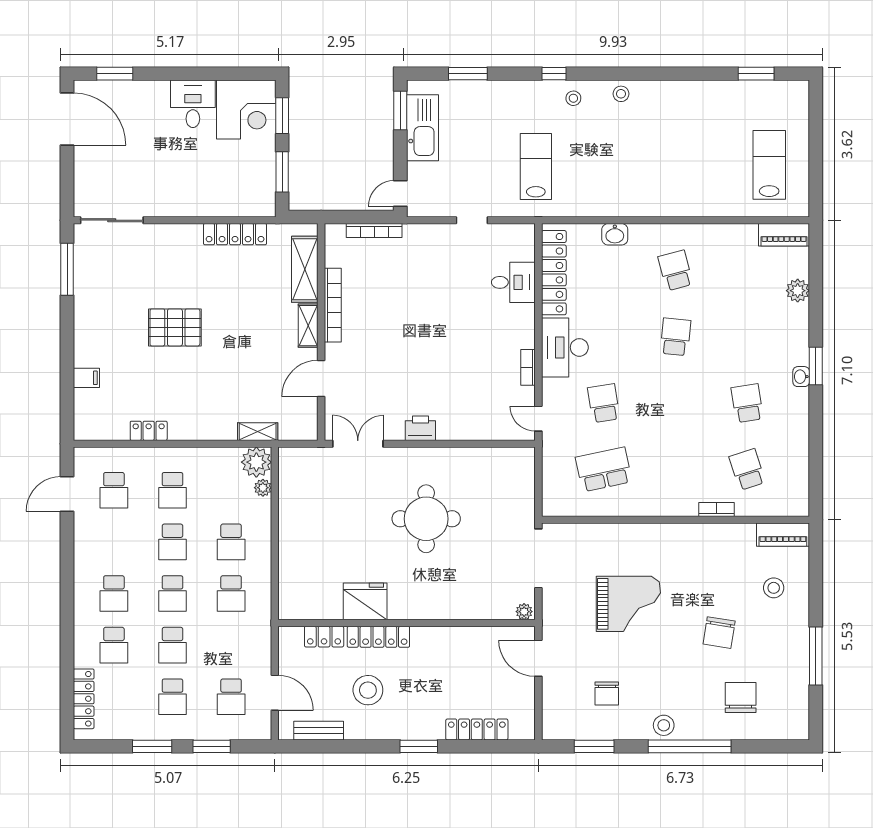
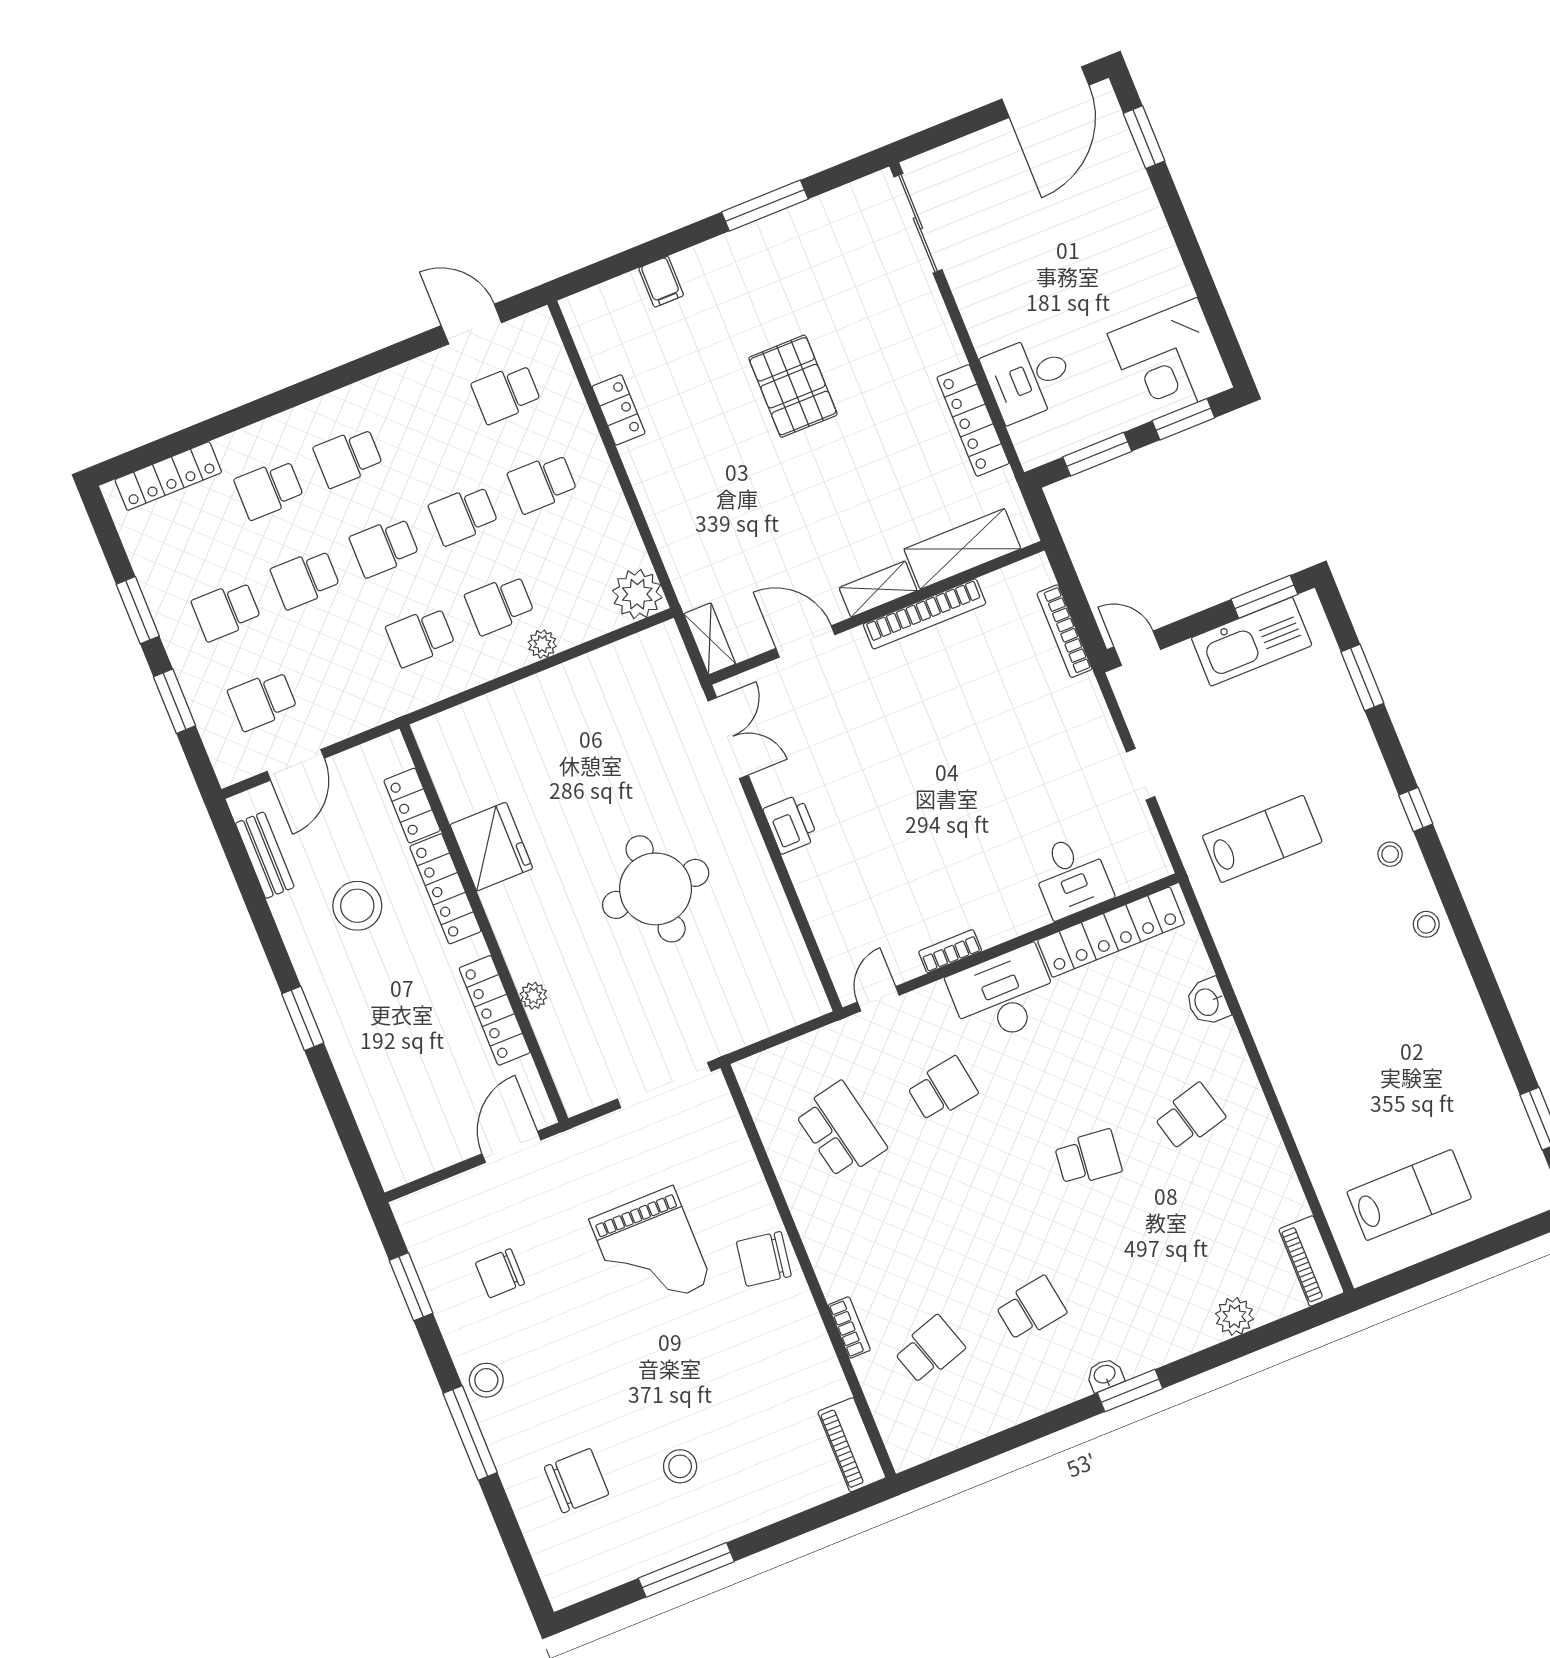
desk: (193, 104) -> (1029, 378), moved, turned 180
window: (67, 269) -> (765, 205), moved
shelving: (258, 432) -> (710, 639), moved
plant: (263, 488) -> (542, 644), moved
stool: (774, 588) -> (680, 1466), moved
plant: (524, 612) -> (533, 996), moved
chair: (719, 633) -> (764, 1259), moved
locker: (477, 729) -> (495, 1010), moved, turned 180
window: (690, 746) -> (470, 1433), width x0.68

